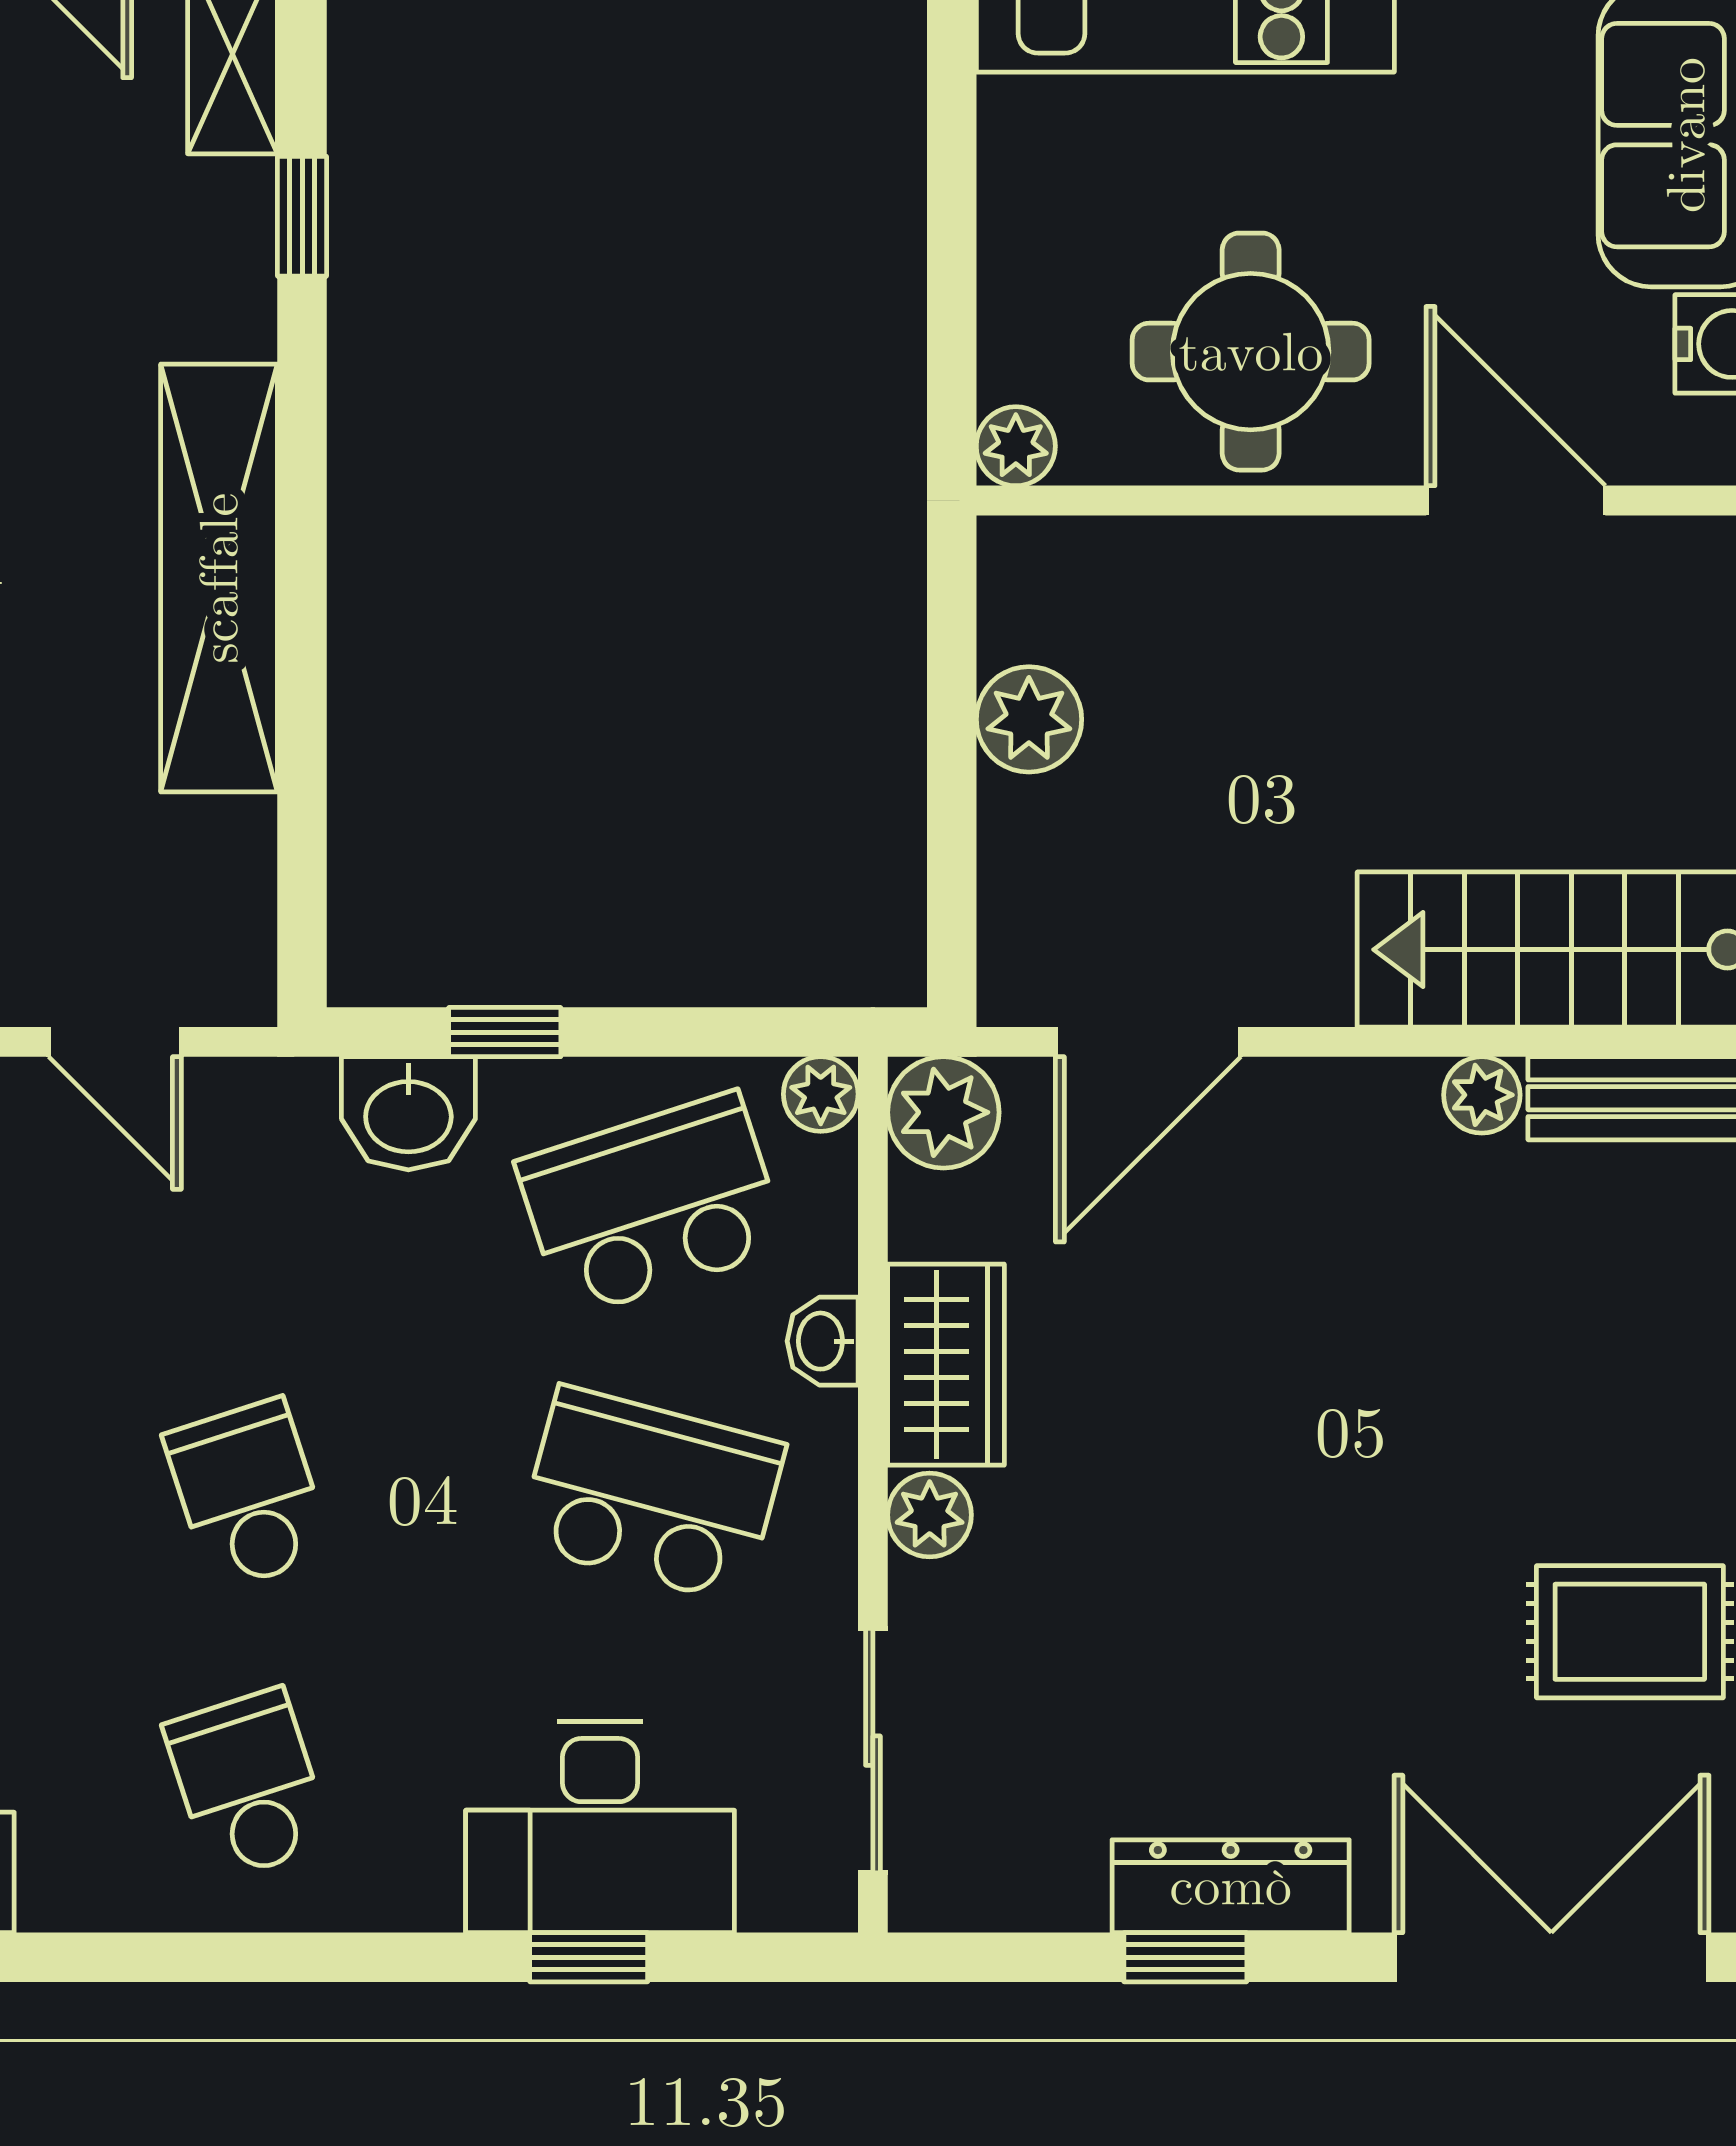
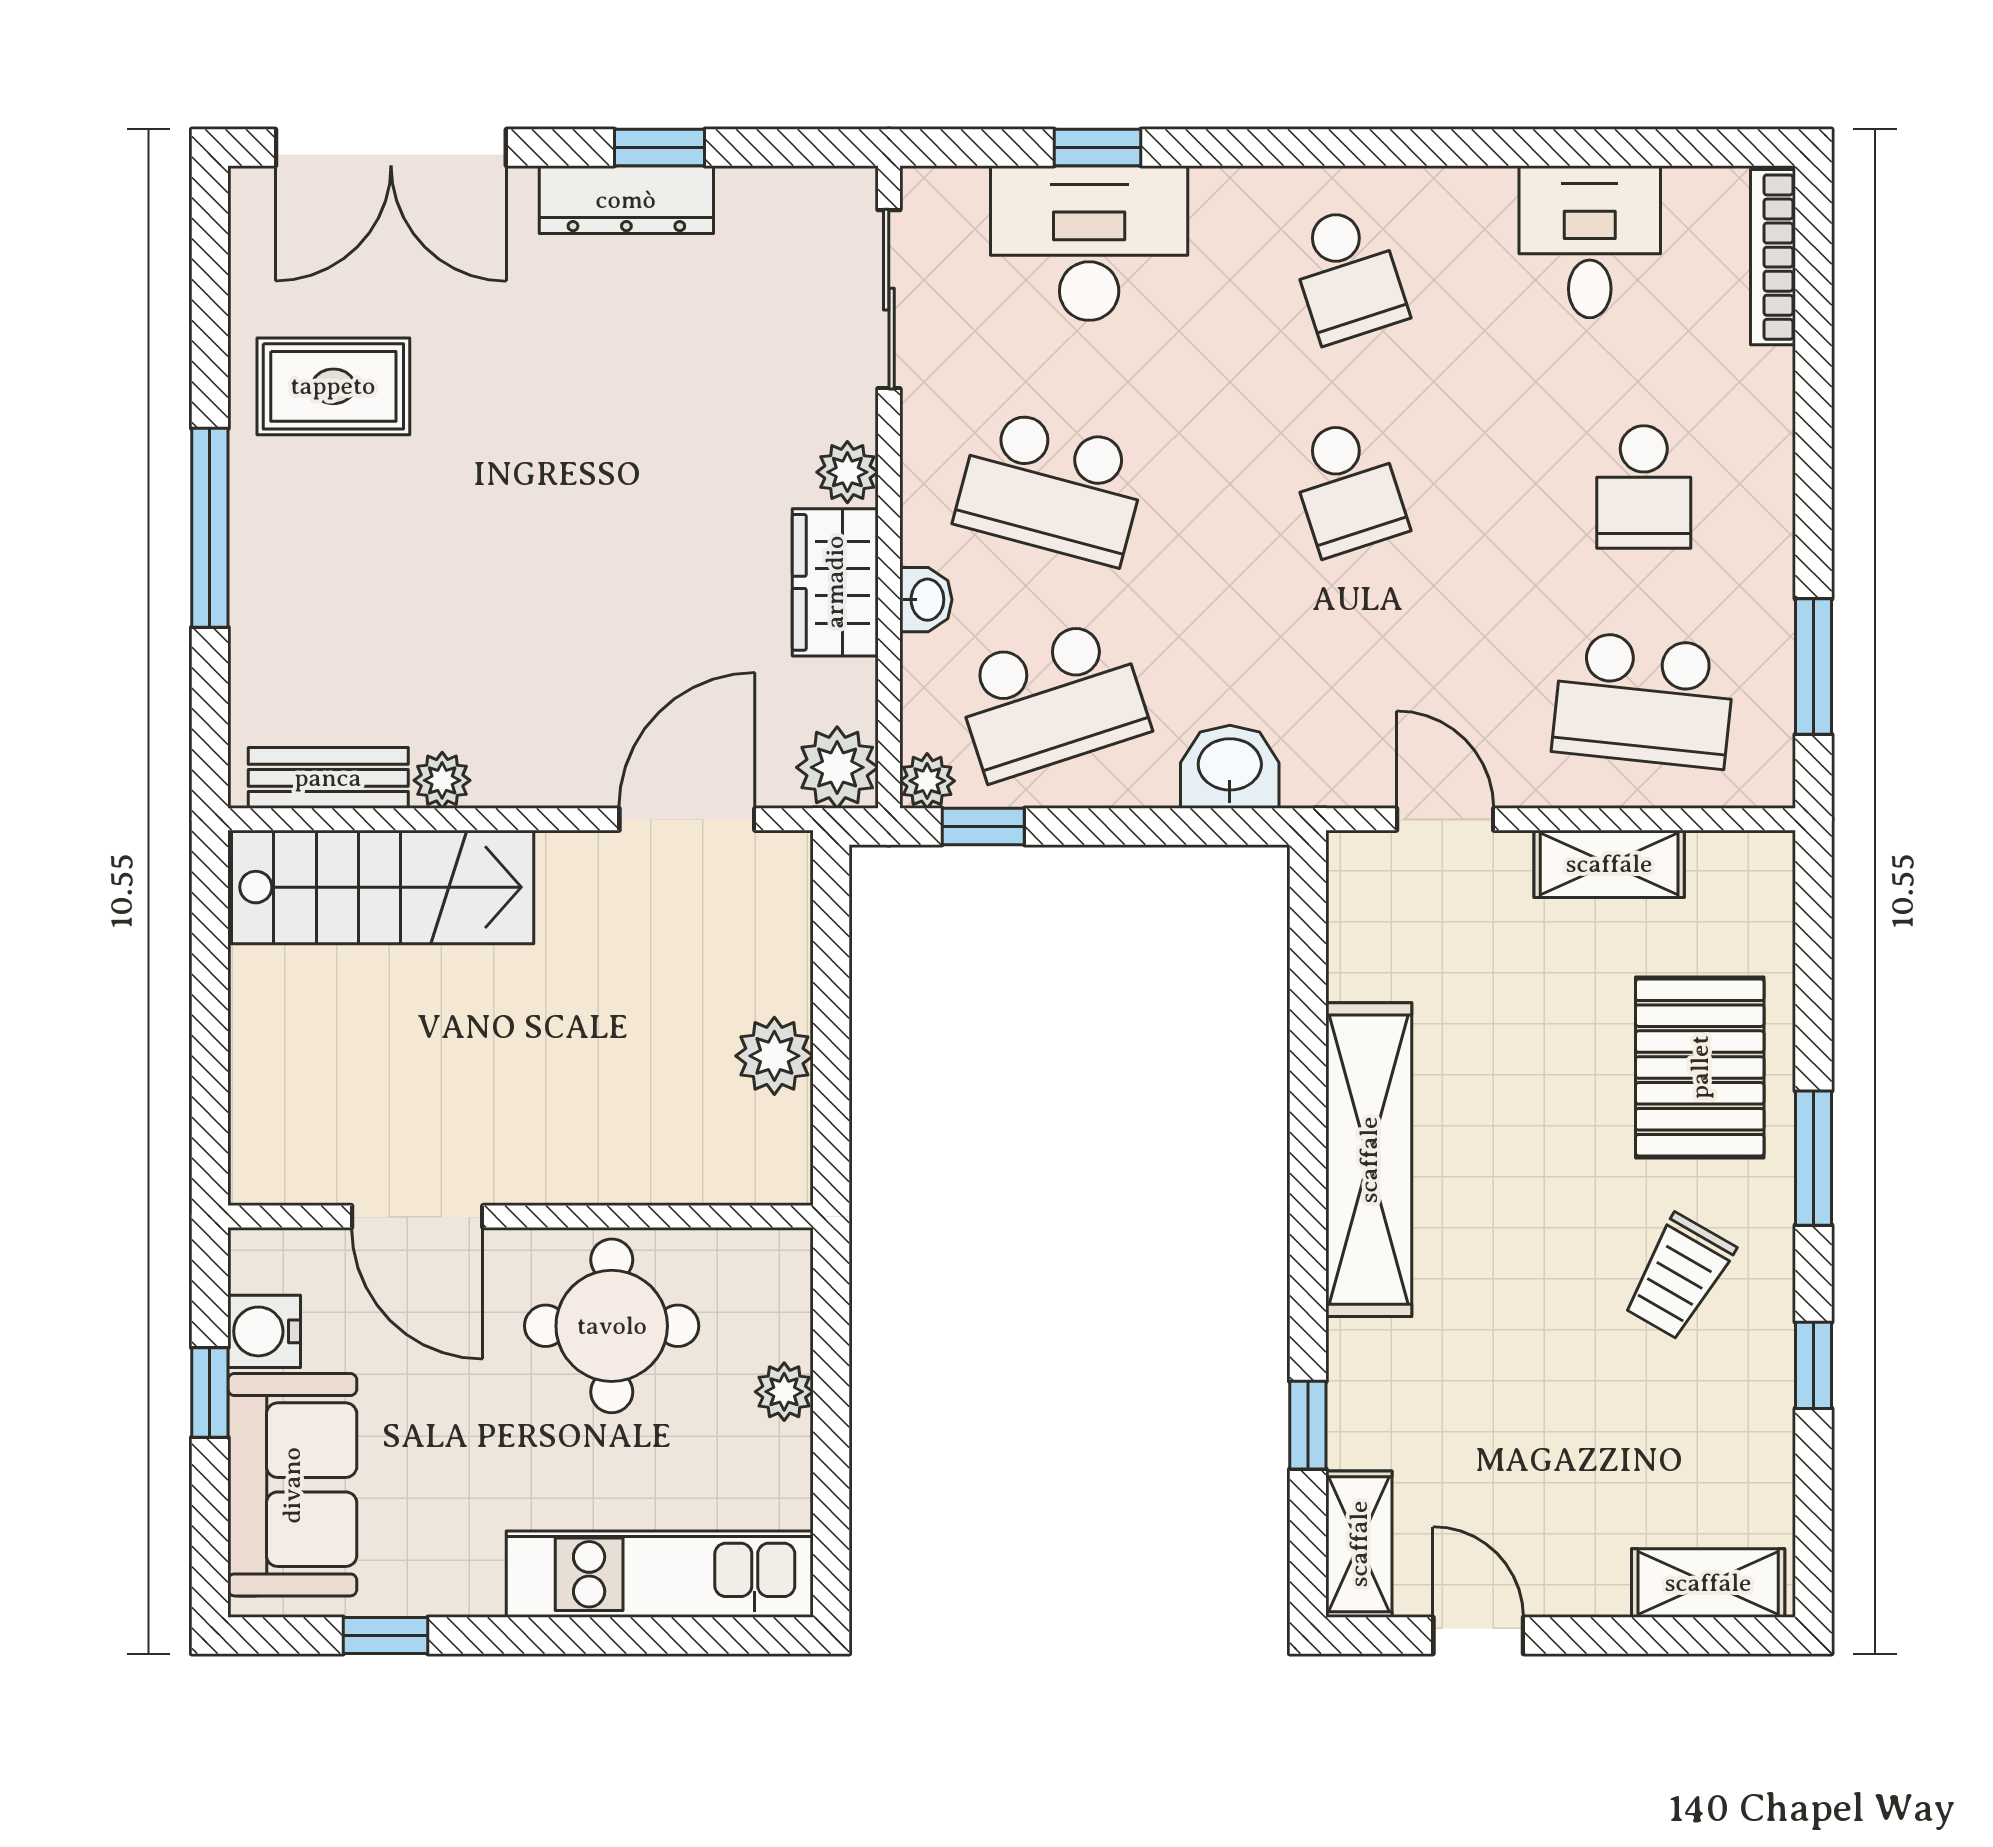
plant: (1016, 446) -> (784, 1392), moved
window: (505, 1032) -> (983, 826), moved

